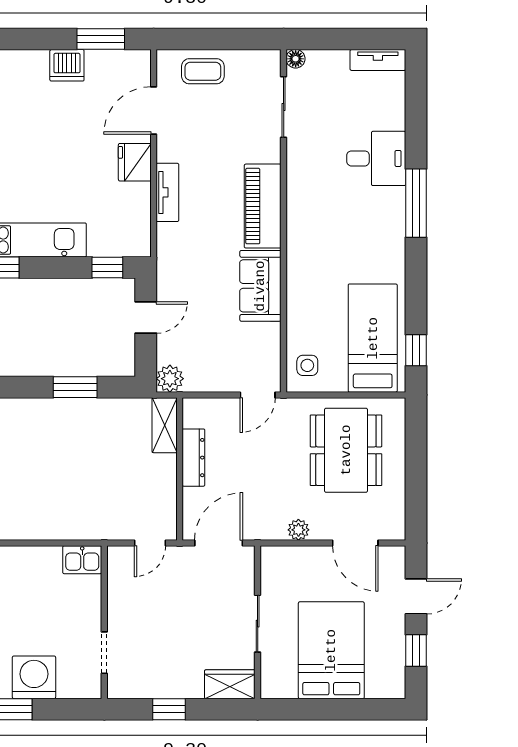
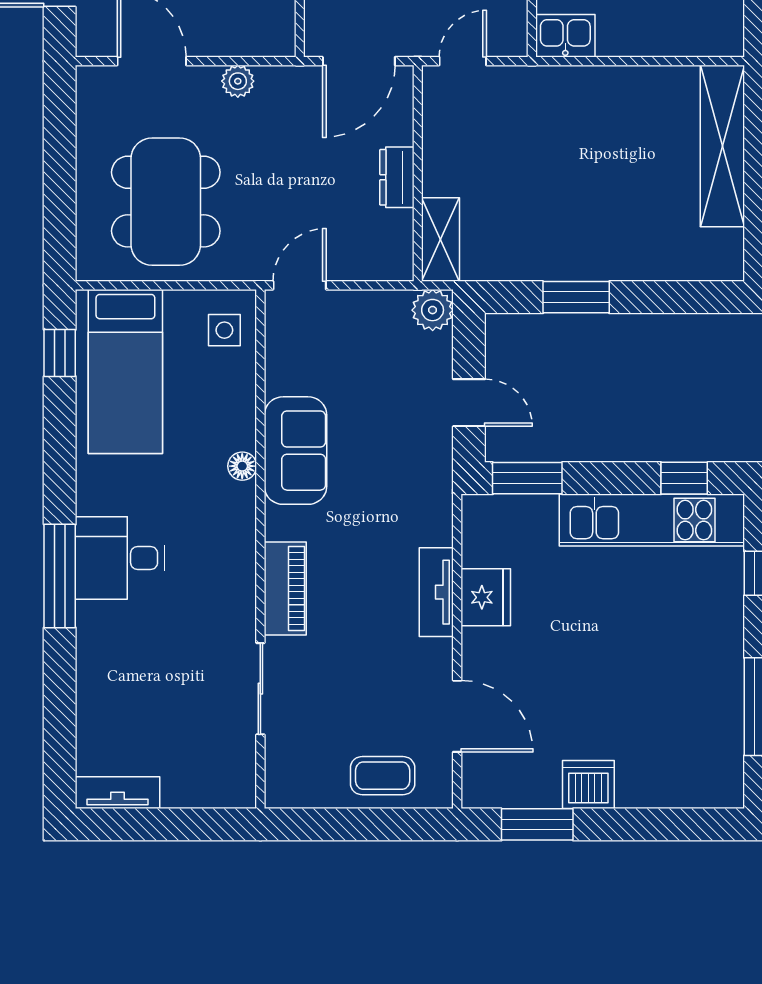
floor lamp: (296, 59) -> (242, 466), moved
sliding door: (284, 107) -> (260, 689), moved
door: (154, 110) -> (457, 716), hinge flipped
desk: (376, 158) -> (120, 558), moved
fridge: (135, 162) -> (486, 597), moved
piano: (263, 206) -> (285, 589), width x0.73, depth x0.75
window: (107, 268) -> (527, 478), width x1.50
door: (146, 317) -> (469, 403), swing flipped
dresser: (193, 458) -> (397, 177), width x0.70

